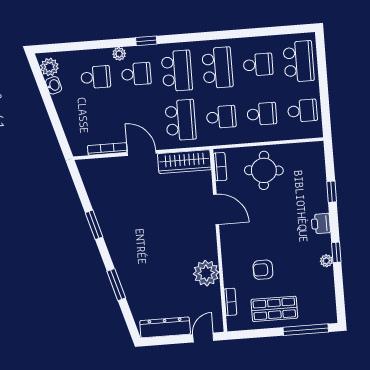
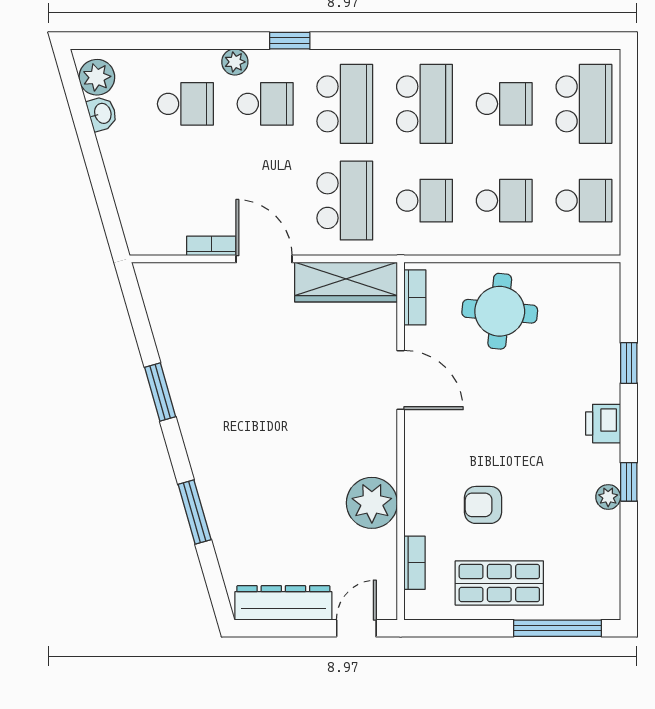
bookcase: (107, 149) -> (211, 246), width x0.64

